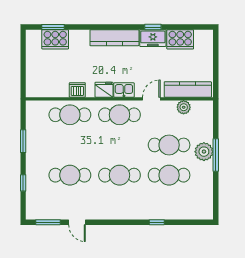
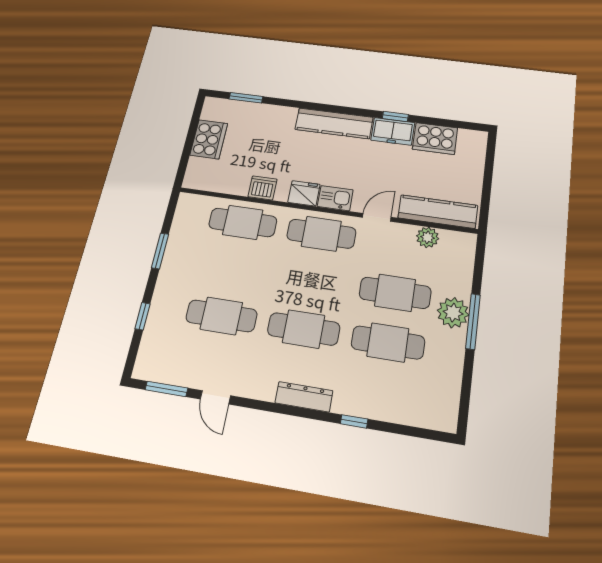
cooker: (55, 39) -> (209, 139), moved, turned -90
dresser: (127, 214) -> (304, 397), added

